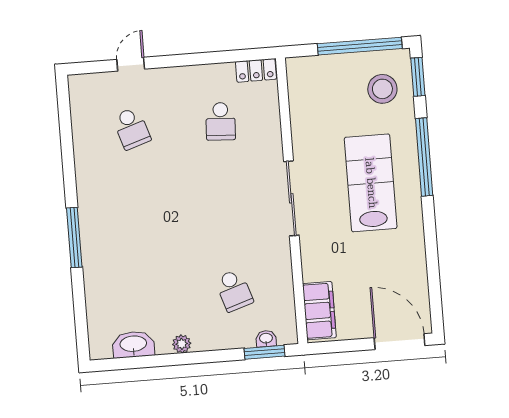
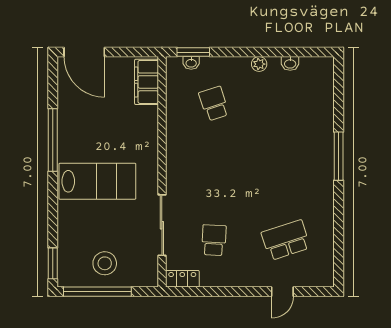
stool: (382, 89) -> (105, 263), moved
school desk: (132, 128) -> (286, 240), width x1.85
window: (424, 157) -> (53, 140), moved
lab bench: (371, 183) -> (97, 181), turned -90
sliding door: (291, 198) -> (162, 225), moved
washbasin: (133, 344) -> (290, 63), width x0.52, depth x0.69

